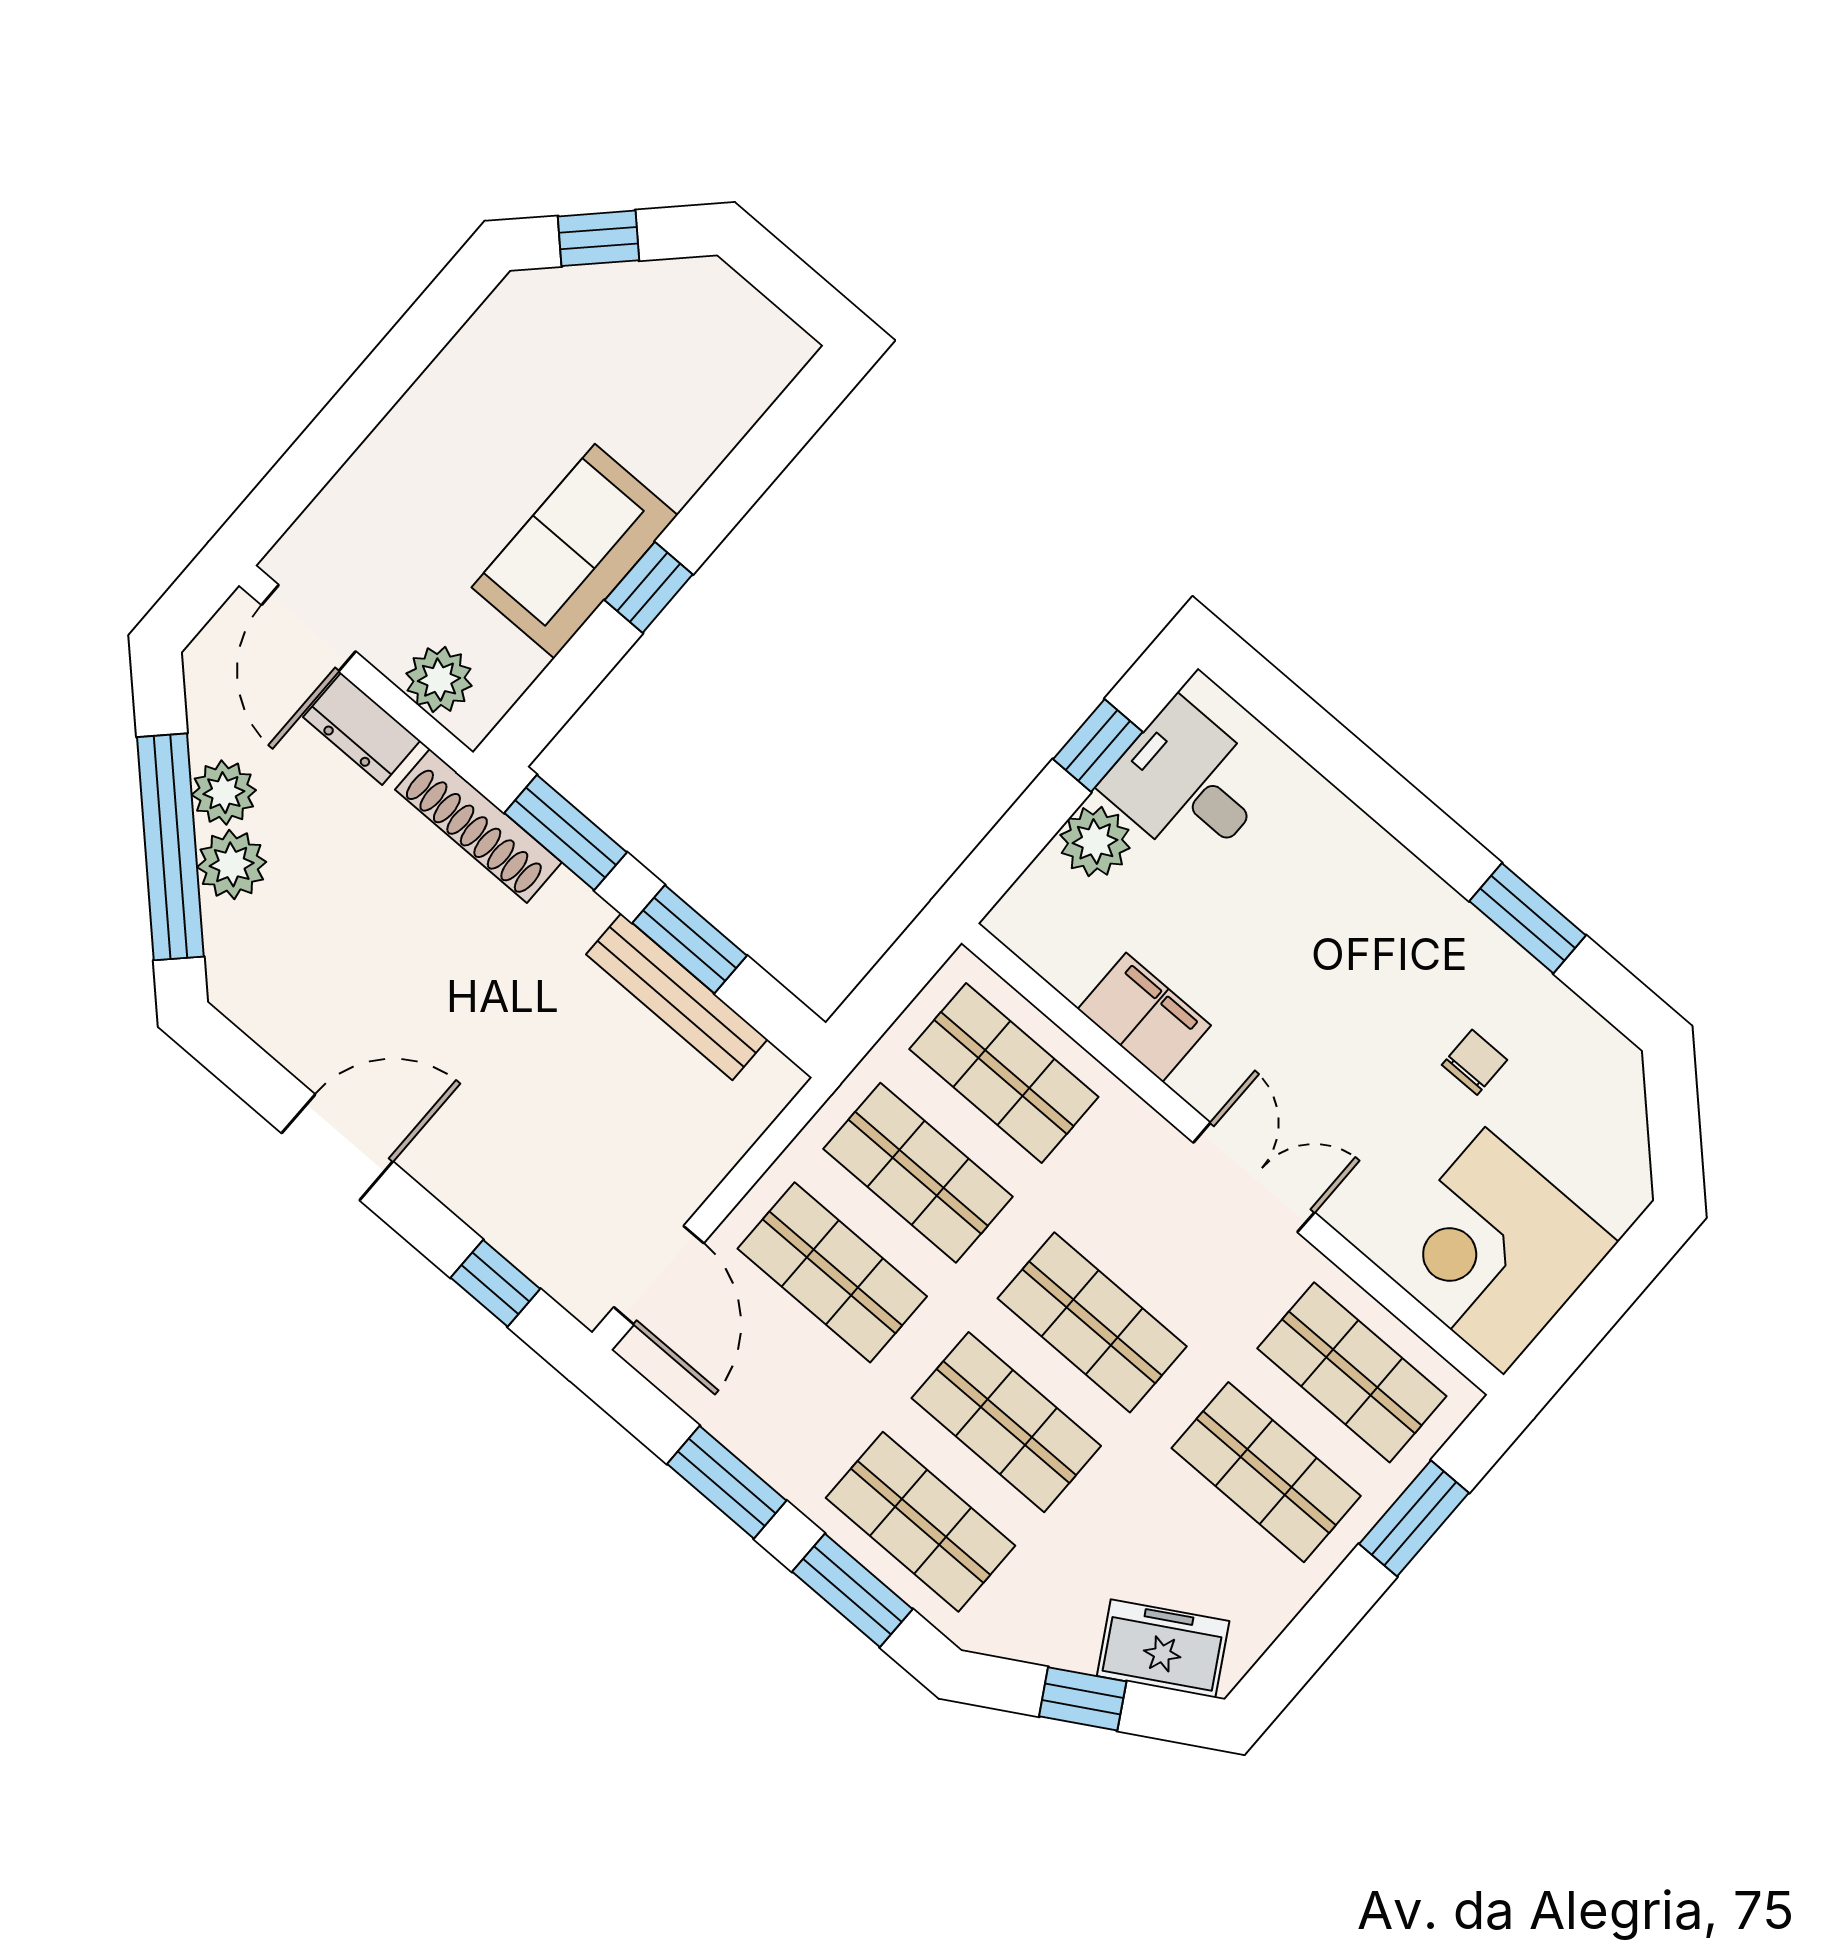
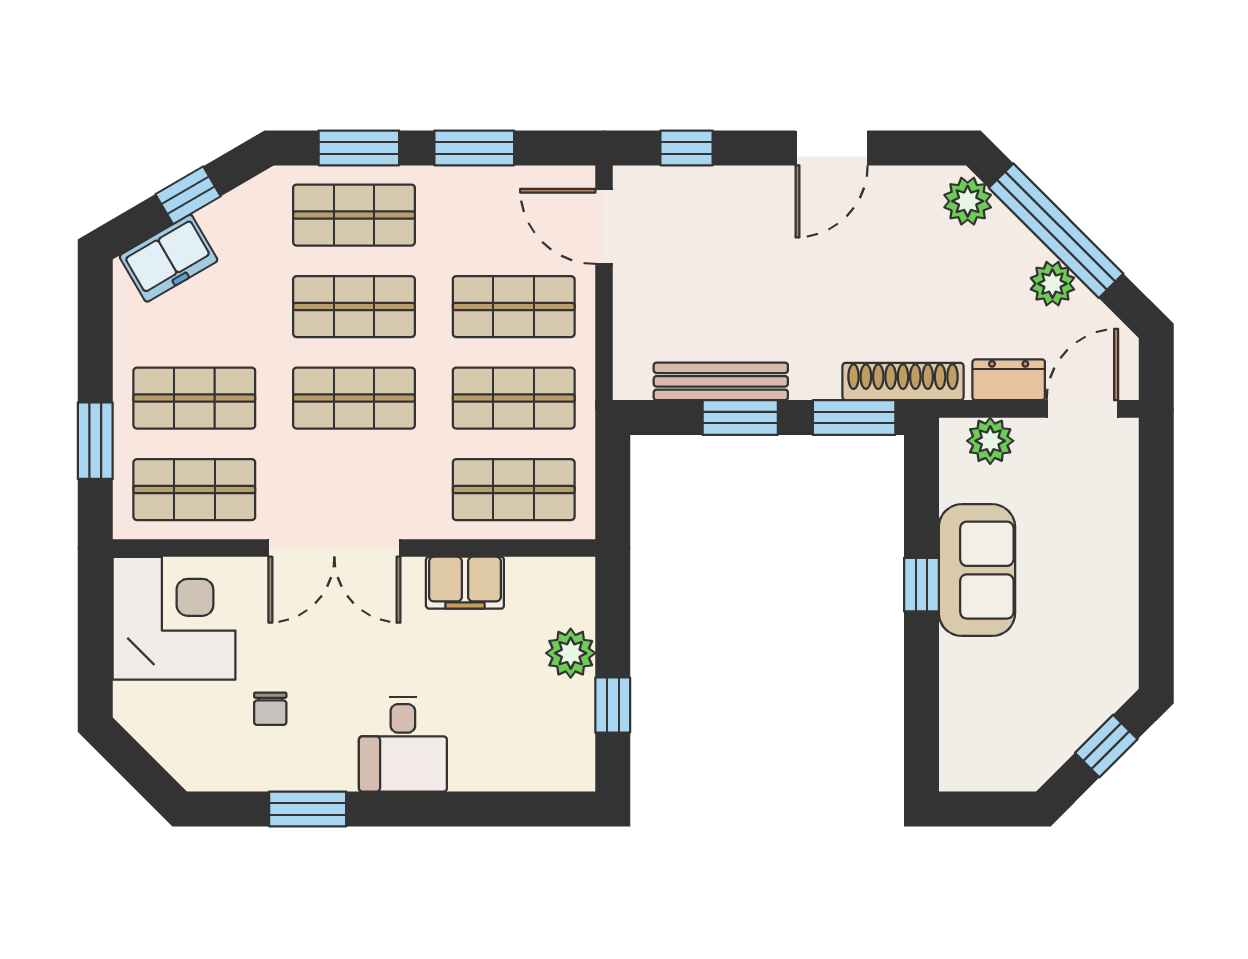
door: (309, 628) -> (1082, 409), hinge flipped
desk: (1188, 784) -> (403, 744), moved, turned 90
plant: (232, 864) -> (968, 201), moved
double door: (1254, 1177) -> (334, 548), width x1.37

